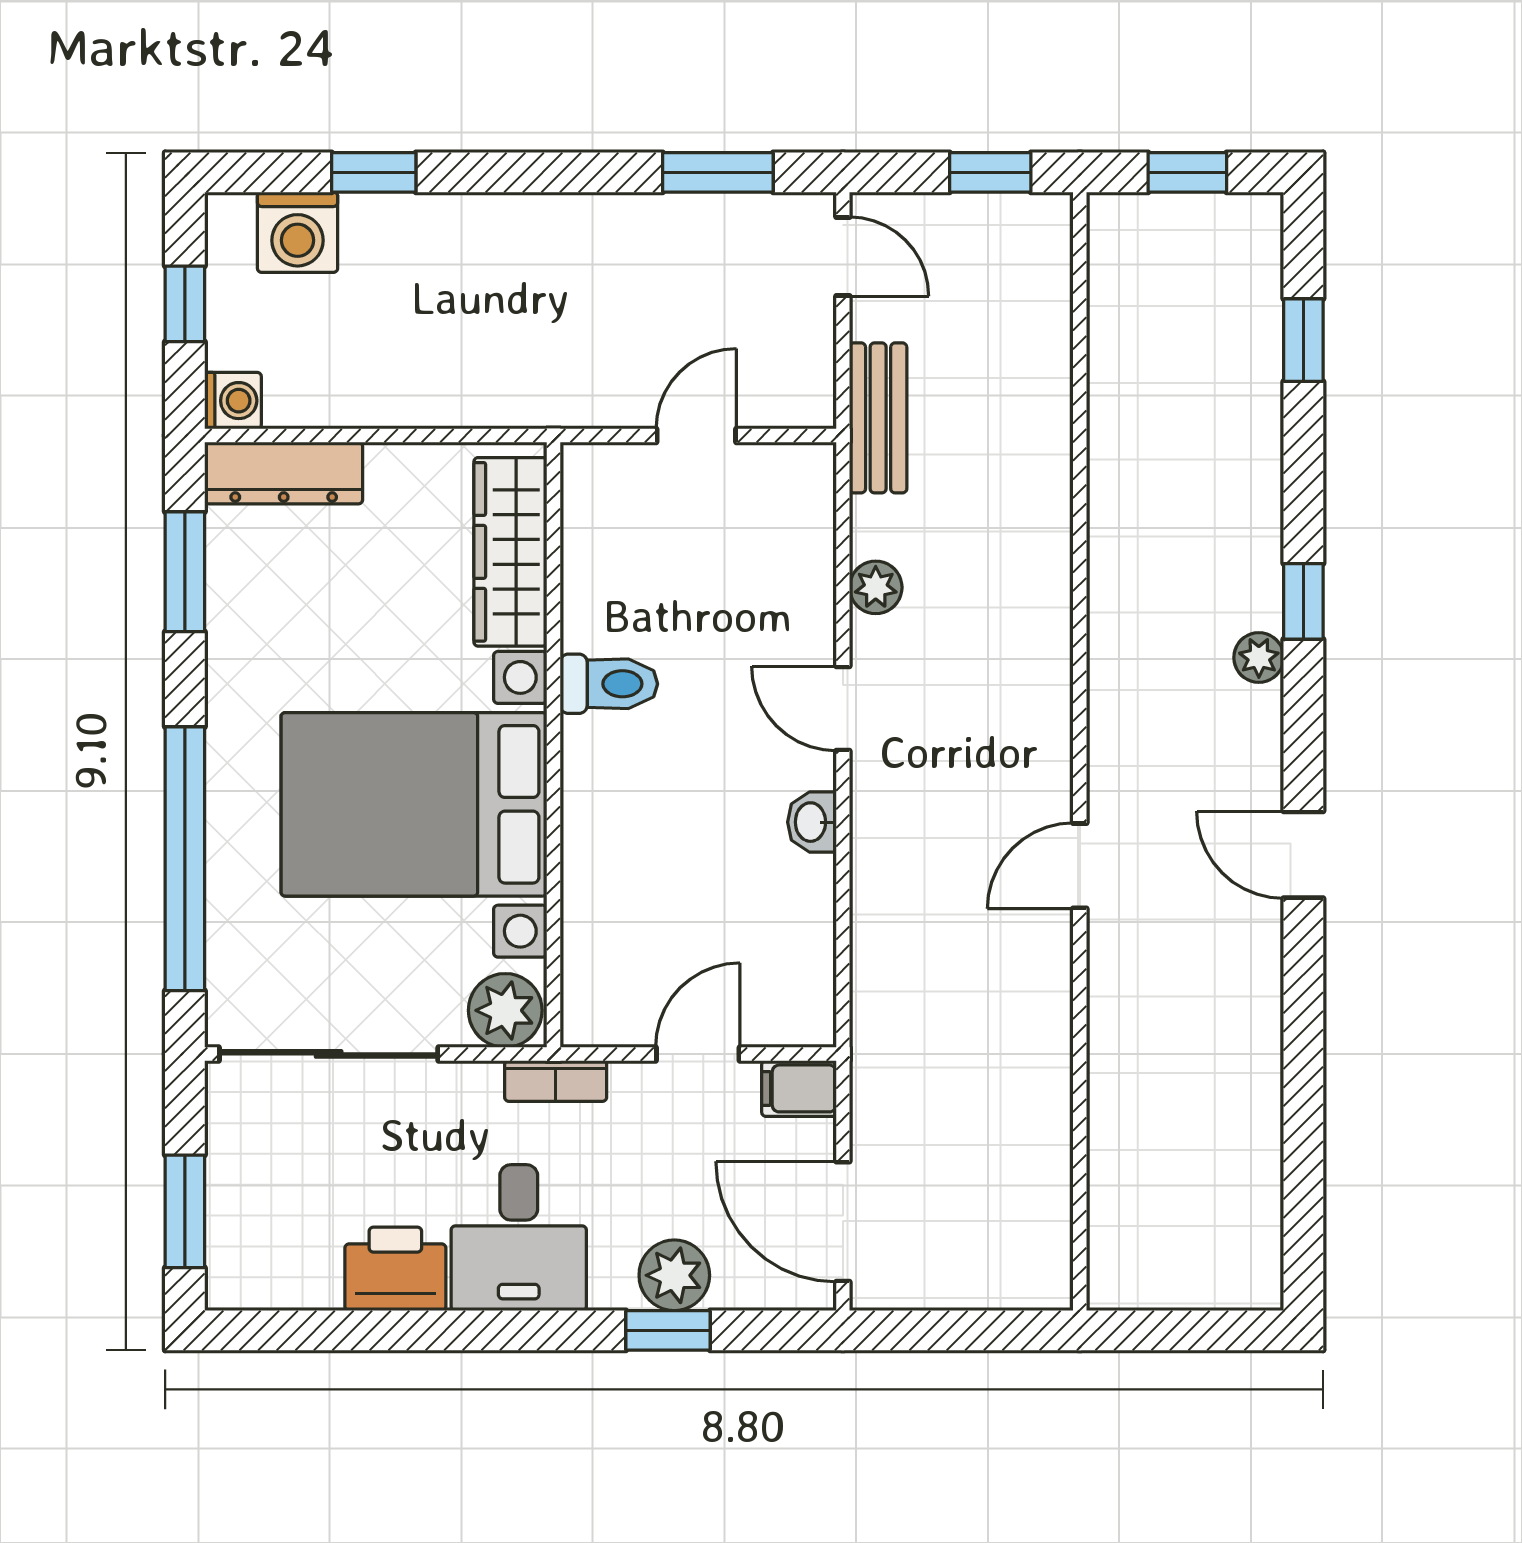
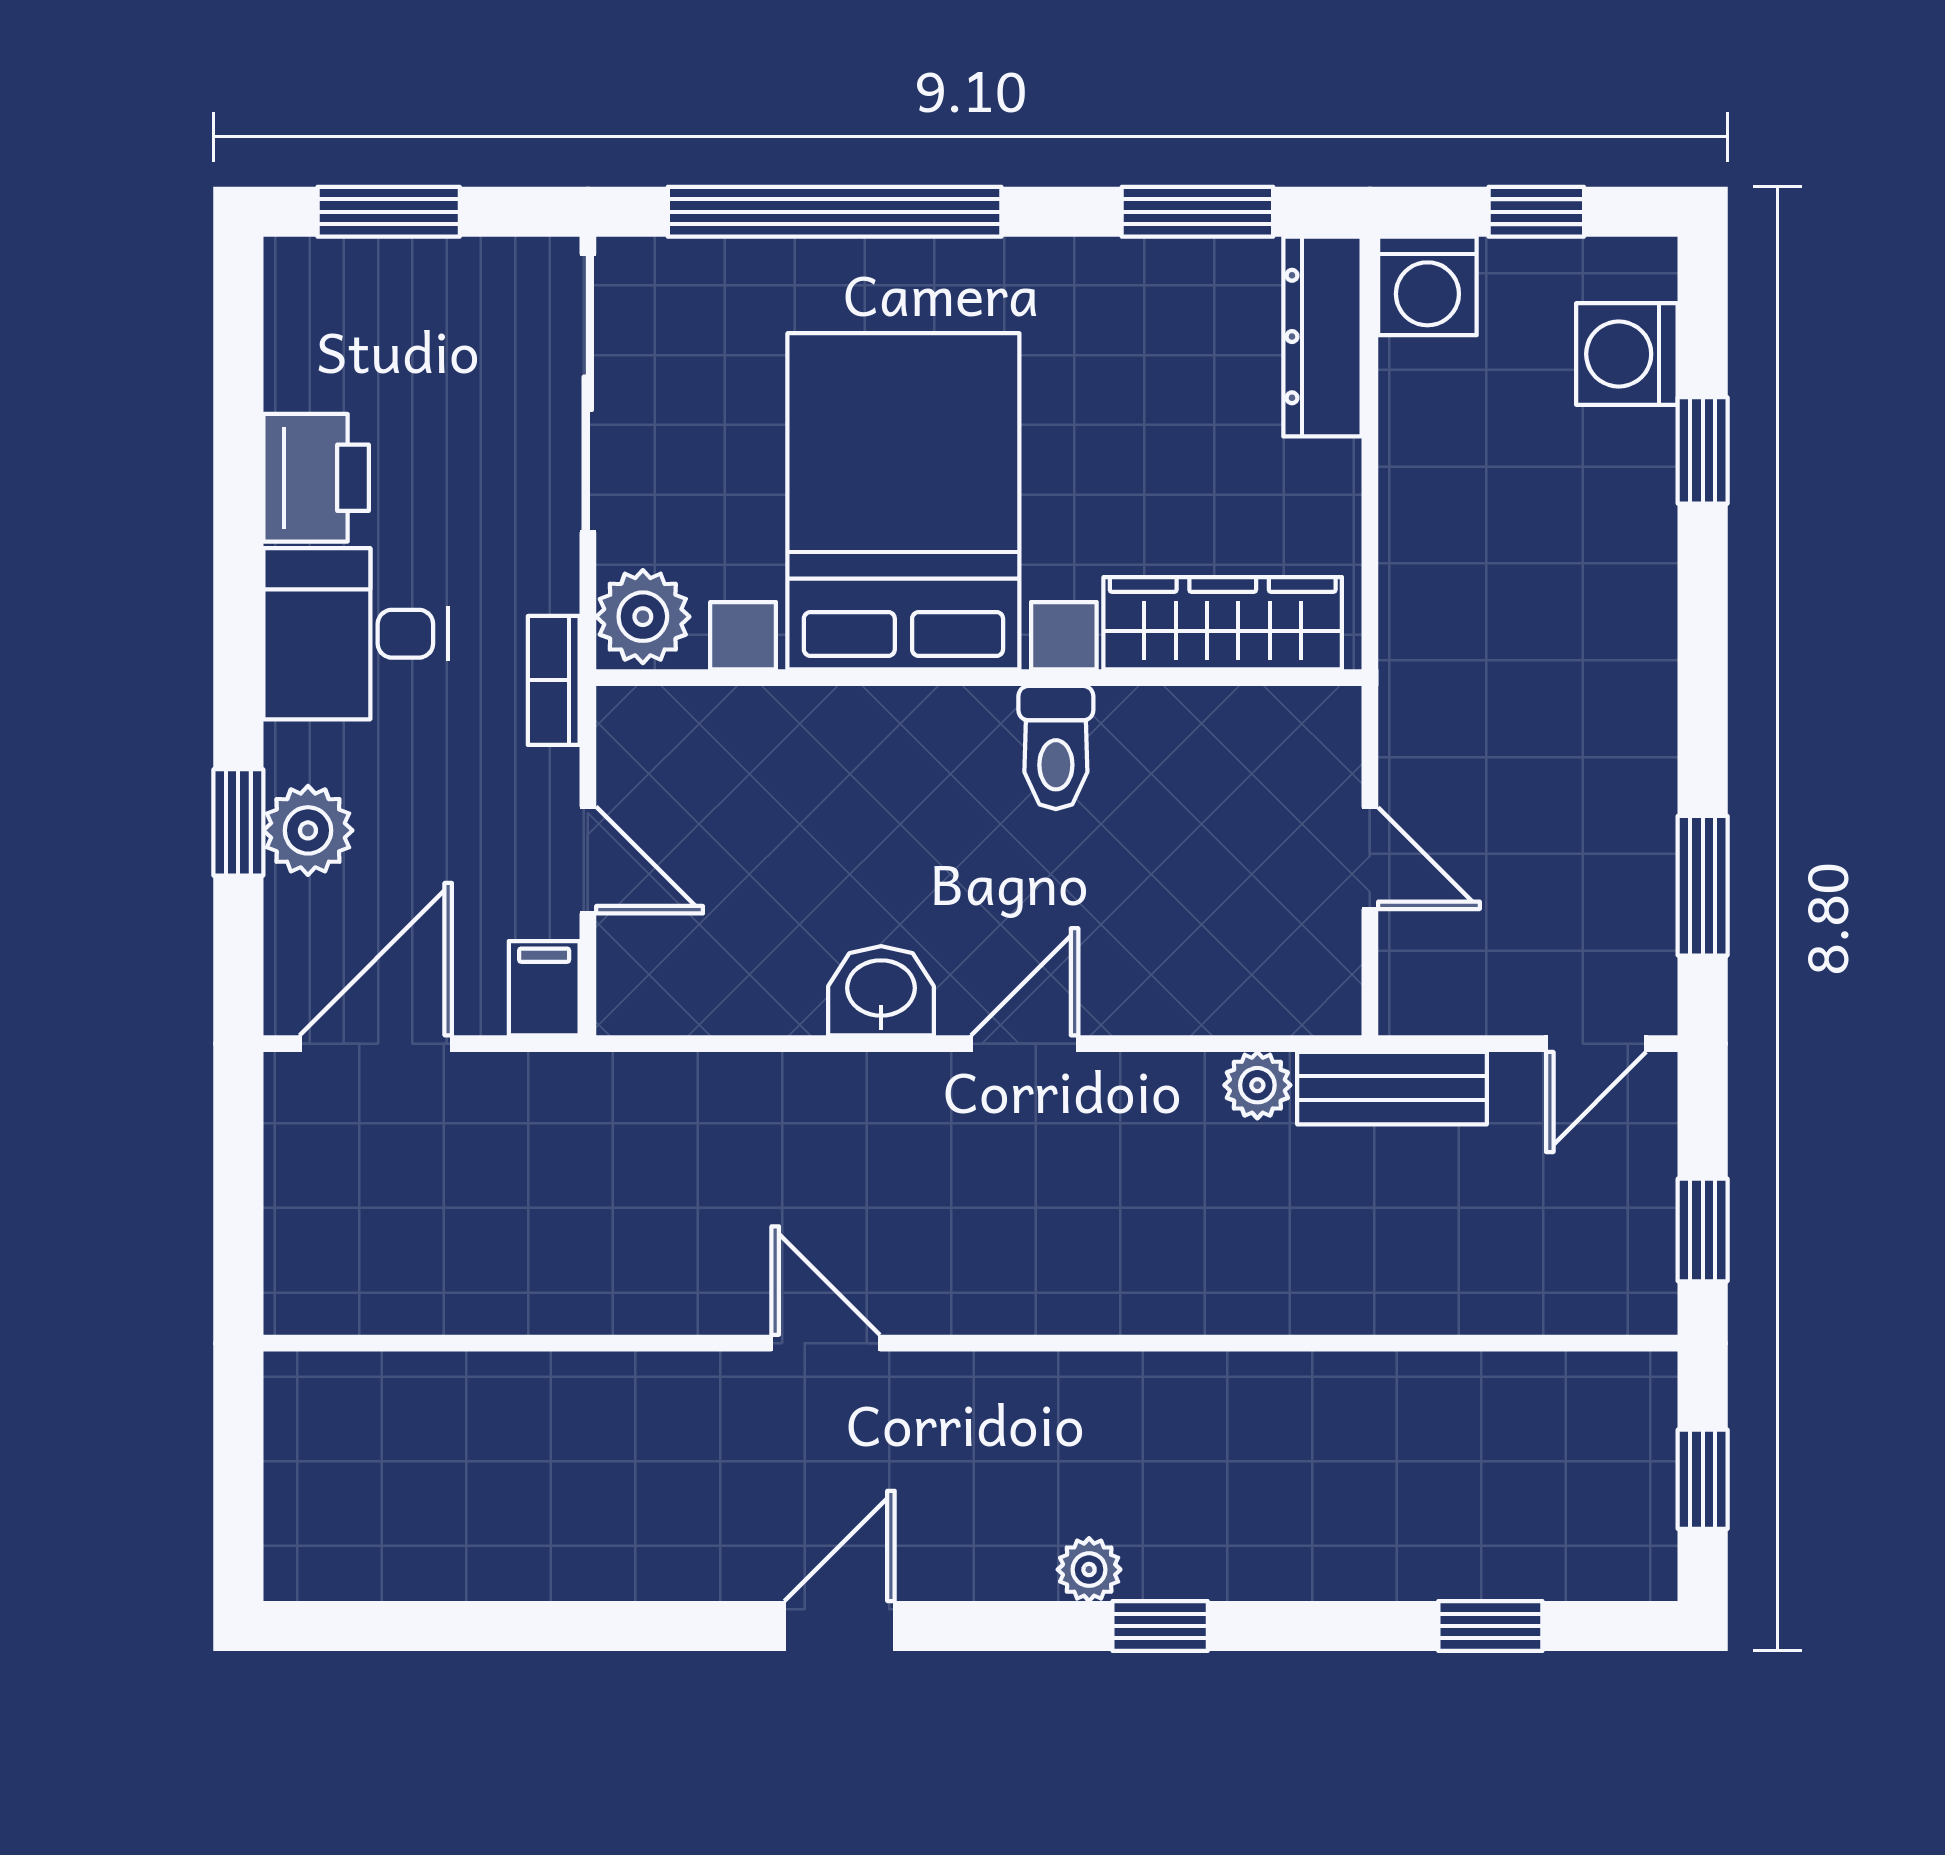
washing machine: (233, 401) -> (1427, 286), width x1.38, depth x1.38
plant: (876, 587) -> (1257, 1085), moved
washbasin: (812, 822) -> (881, 991), width x1.38, depth x1.45

